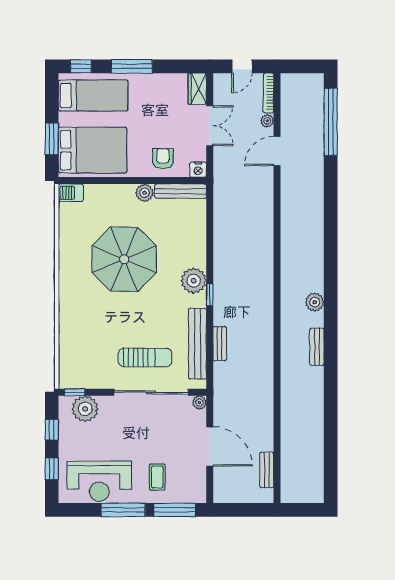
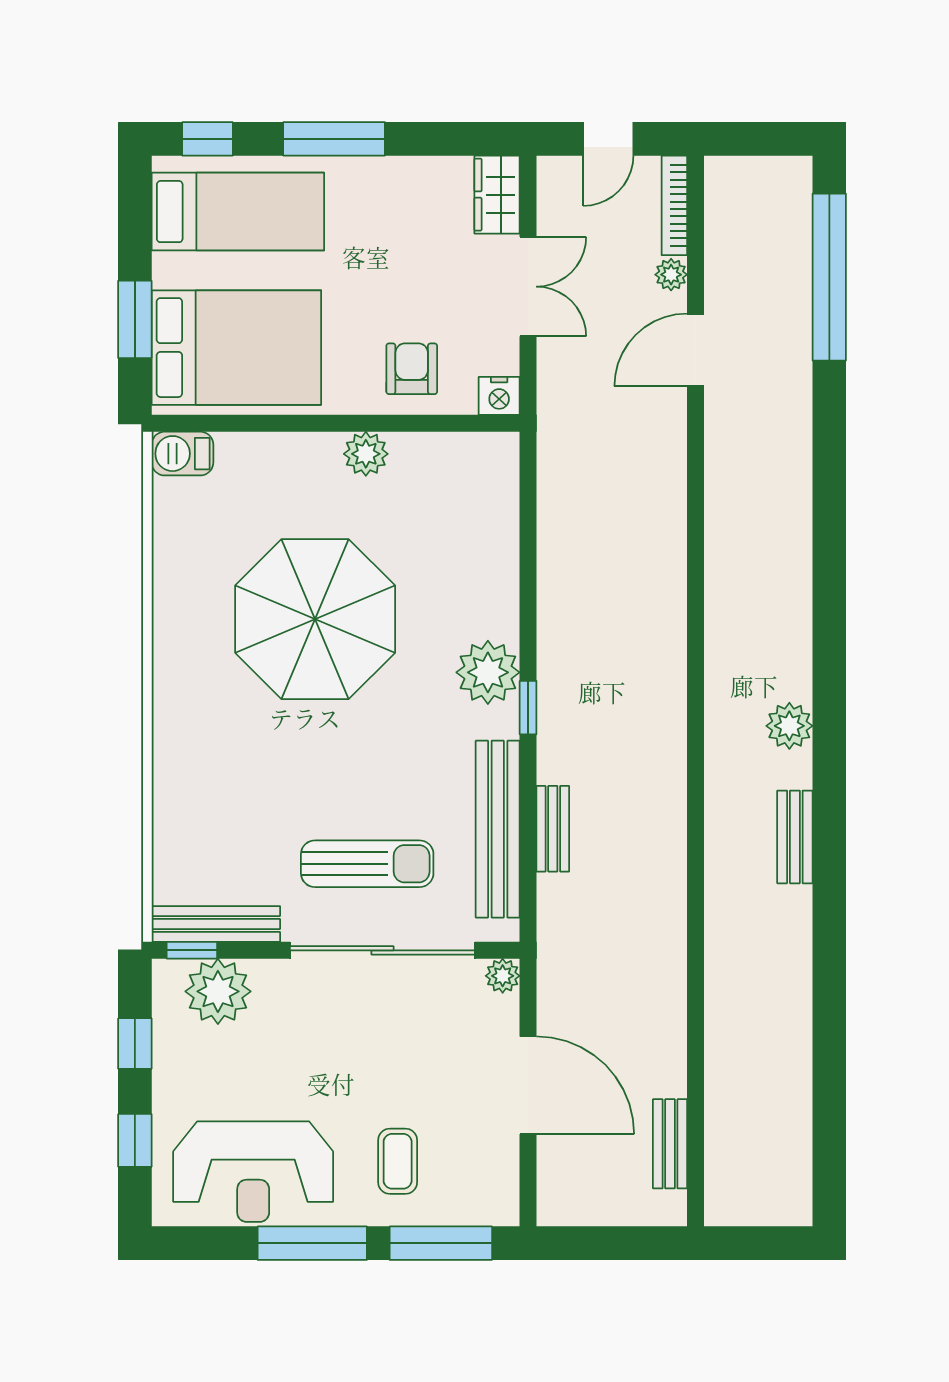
bench: (181, 191) -> (216, 924), moved

